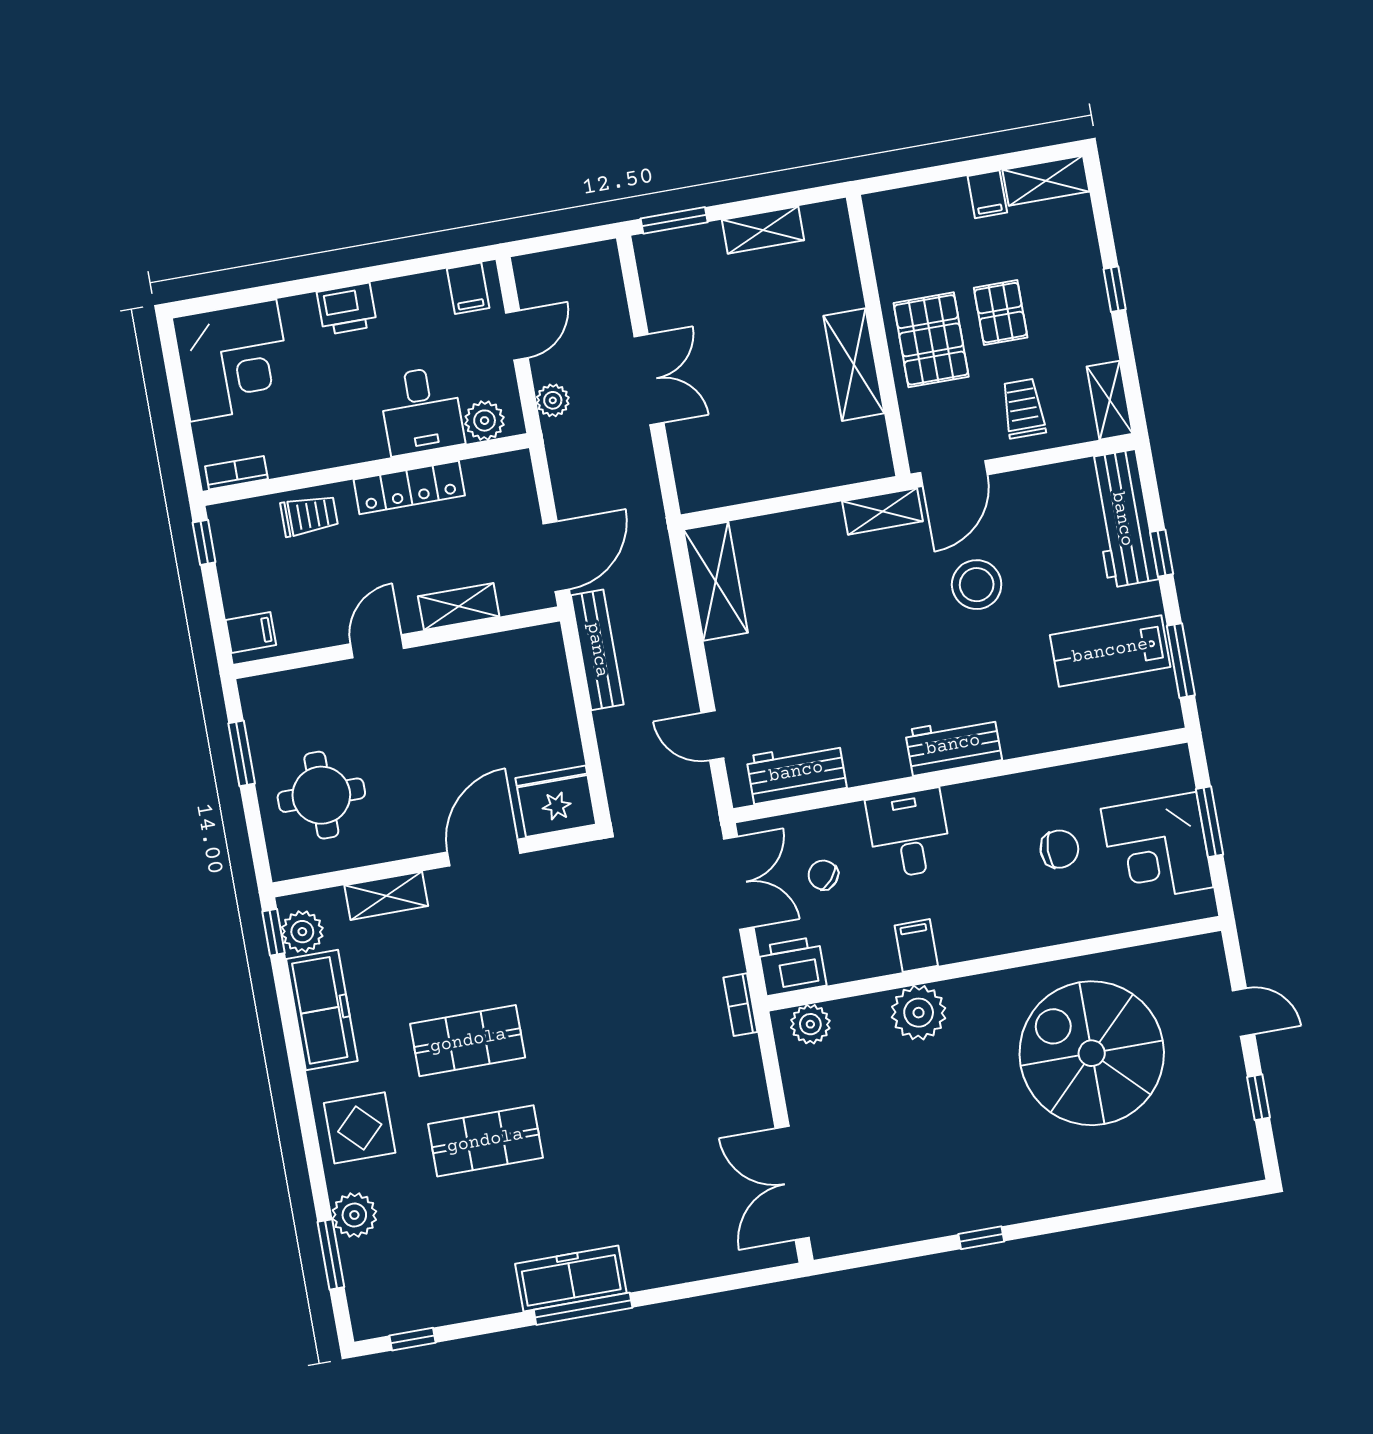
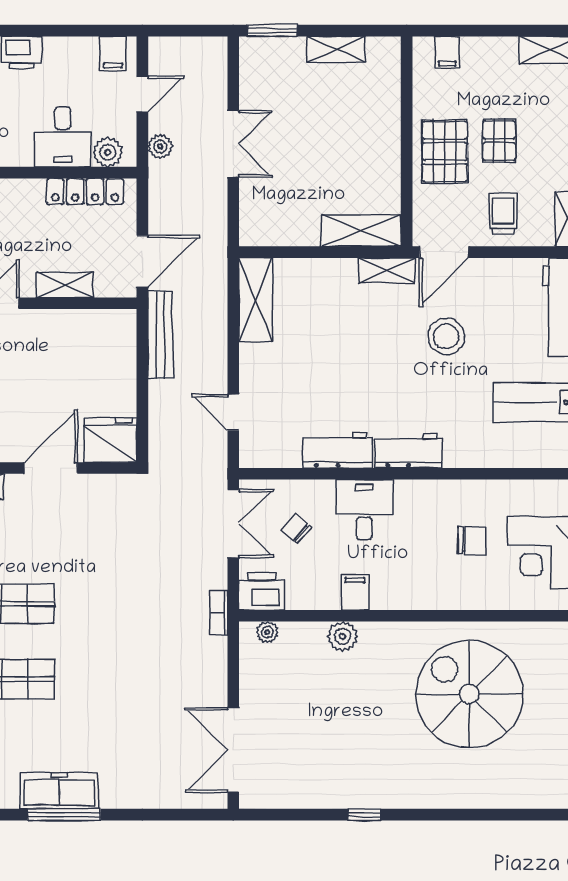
filing cabinet: (987, 194) -> (447, 52), moved
shelving: (854, 365) -> (361, 231), moved, turned 90
locker: (409, 487) -> (85, 191), moved
workbench: (796, 772) -> (338, 450), moved
plant: (919, 1013) -> (343, 636), width x0.73, depth x0.73
plant: (810, 1024) -> (267, 632), width x0.73, depth x0.73

